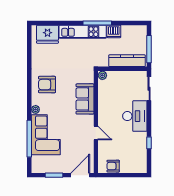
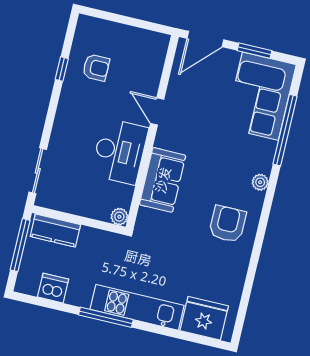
dishwasher: (114, 31) -> (53, 288), moved
kitchen counter: (127, 61) -> (55, 230), width x0.67
armchair: (47, 85) -> (228, 224), turned -90
desk: (135, 116) -> (120, 151), moved, turned 180
corner sofa: (46, 135) -> (260, 96), moved
armchair: (113, 166) -> (96, 68), moved

